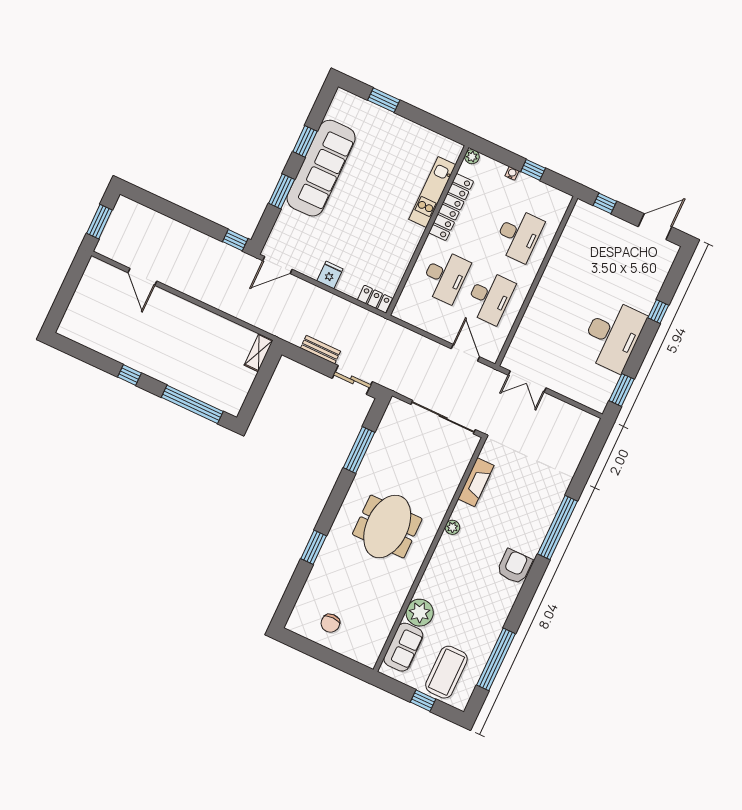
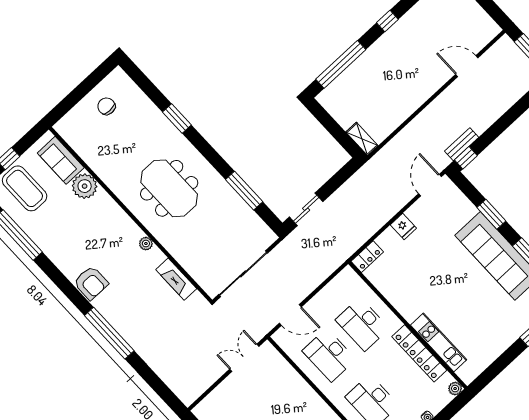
bench: (320, 350) -> (462, 144), moved

